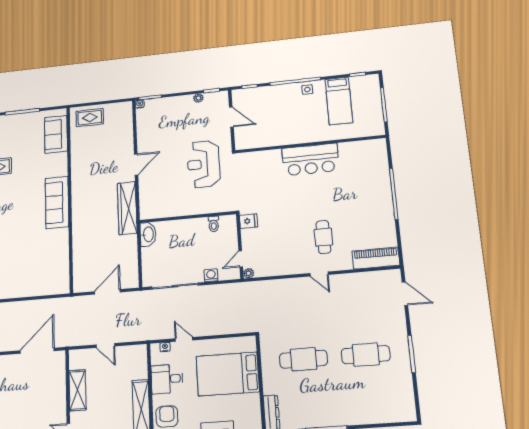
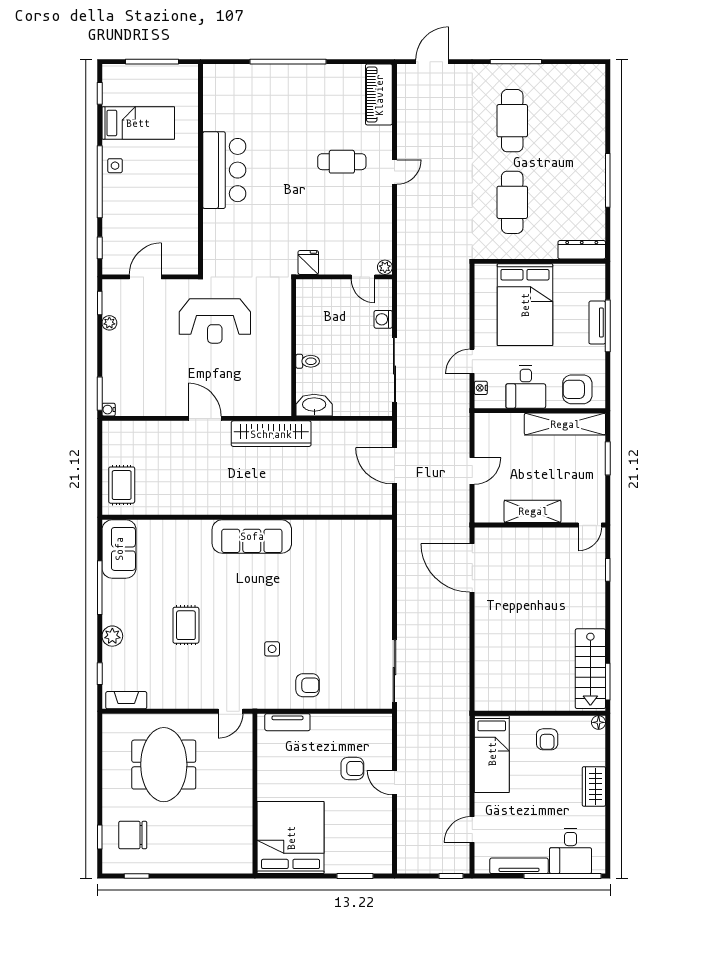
sofa: (56, 134) -> (119, 549), moved, turned -90
toilet: (214, 224) -> (308, 361), moved

